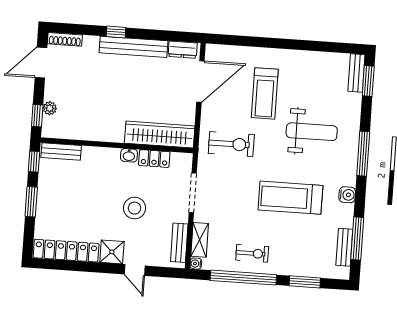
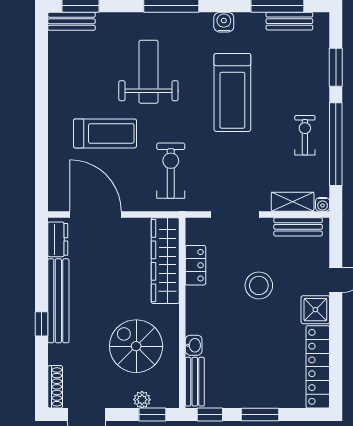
spiral stairs: (93, 106) -> (136, 346), added
washbasin: (129, 155) -> (194, 345), moved

